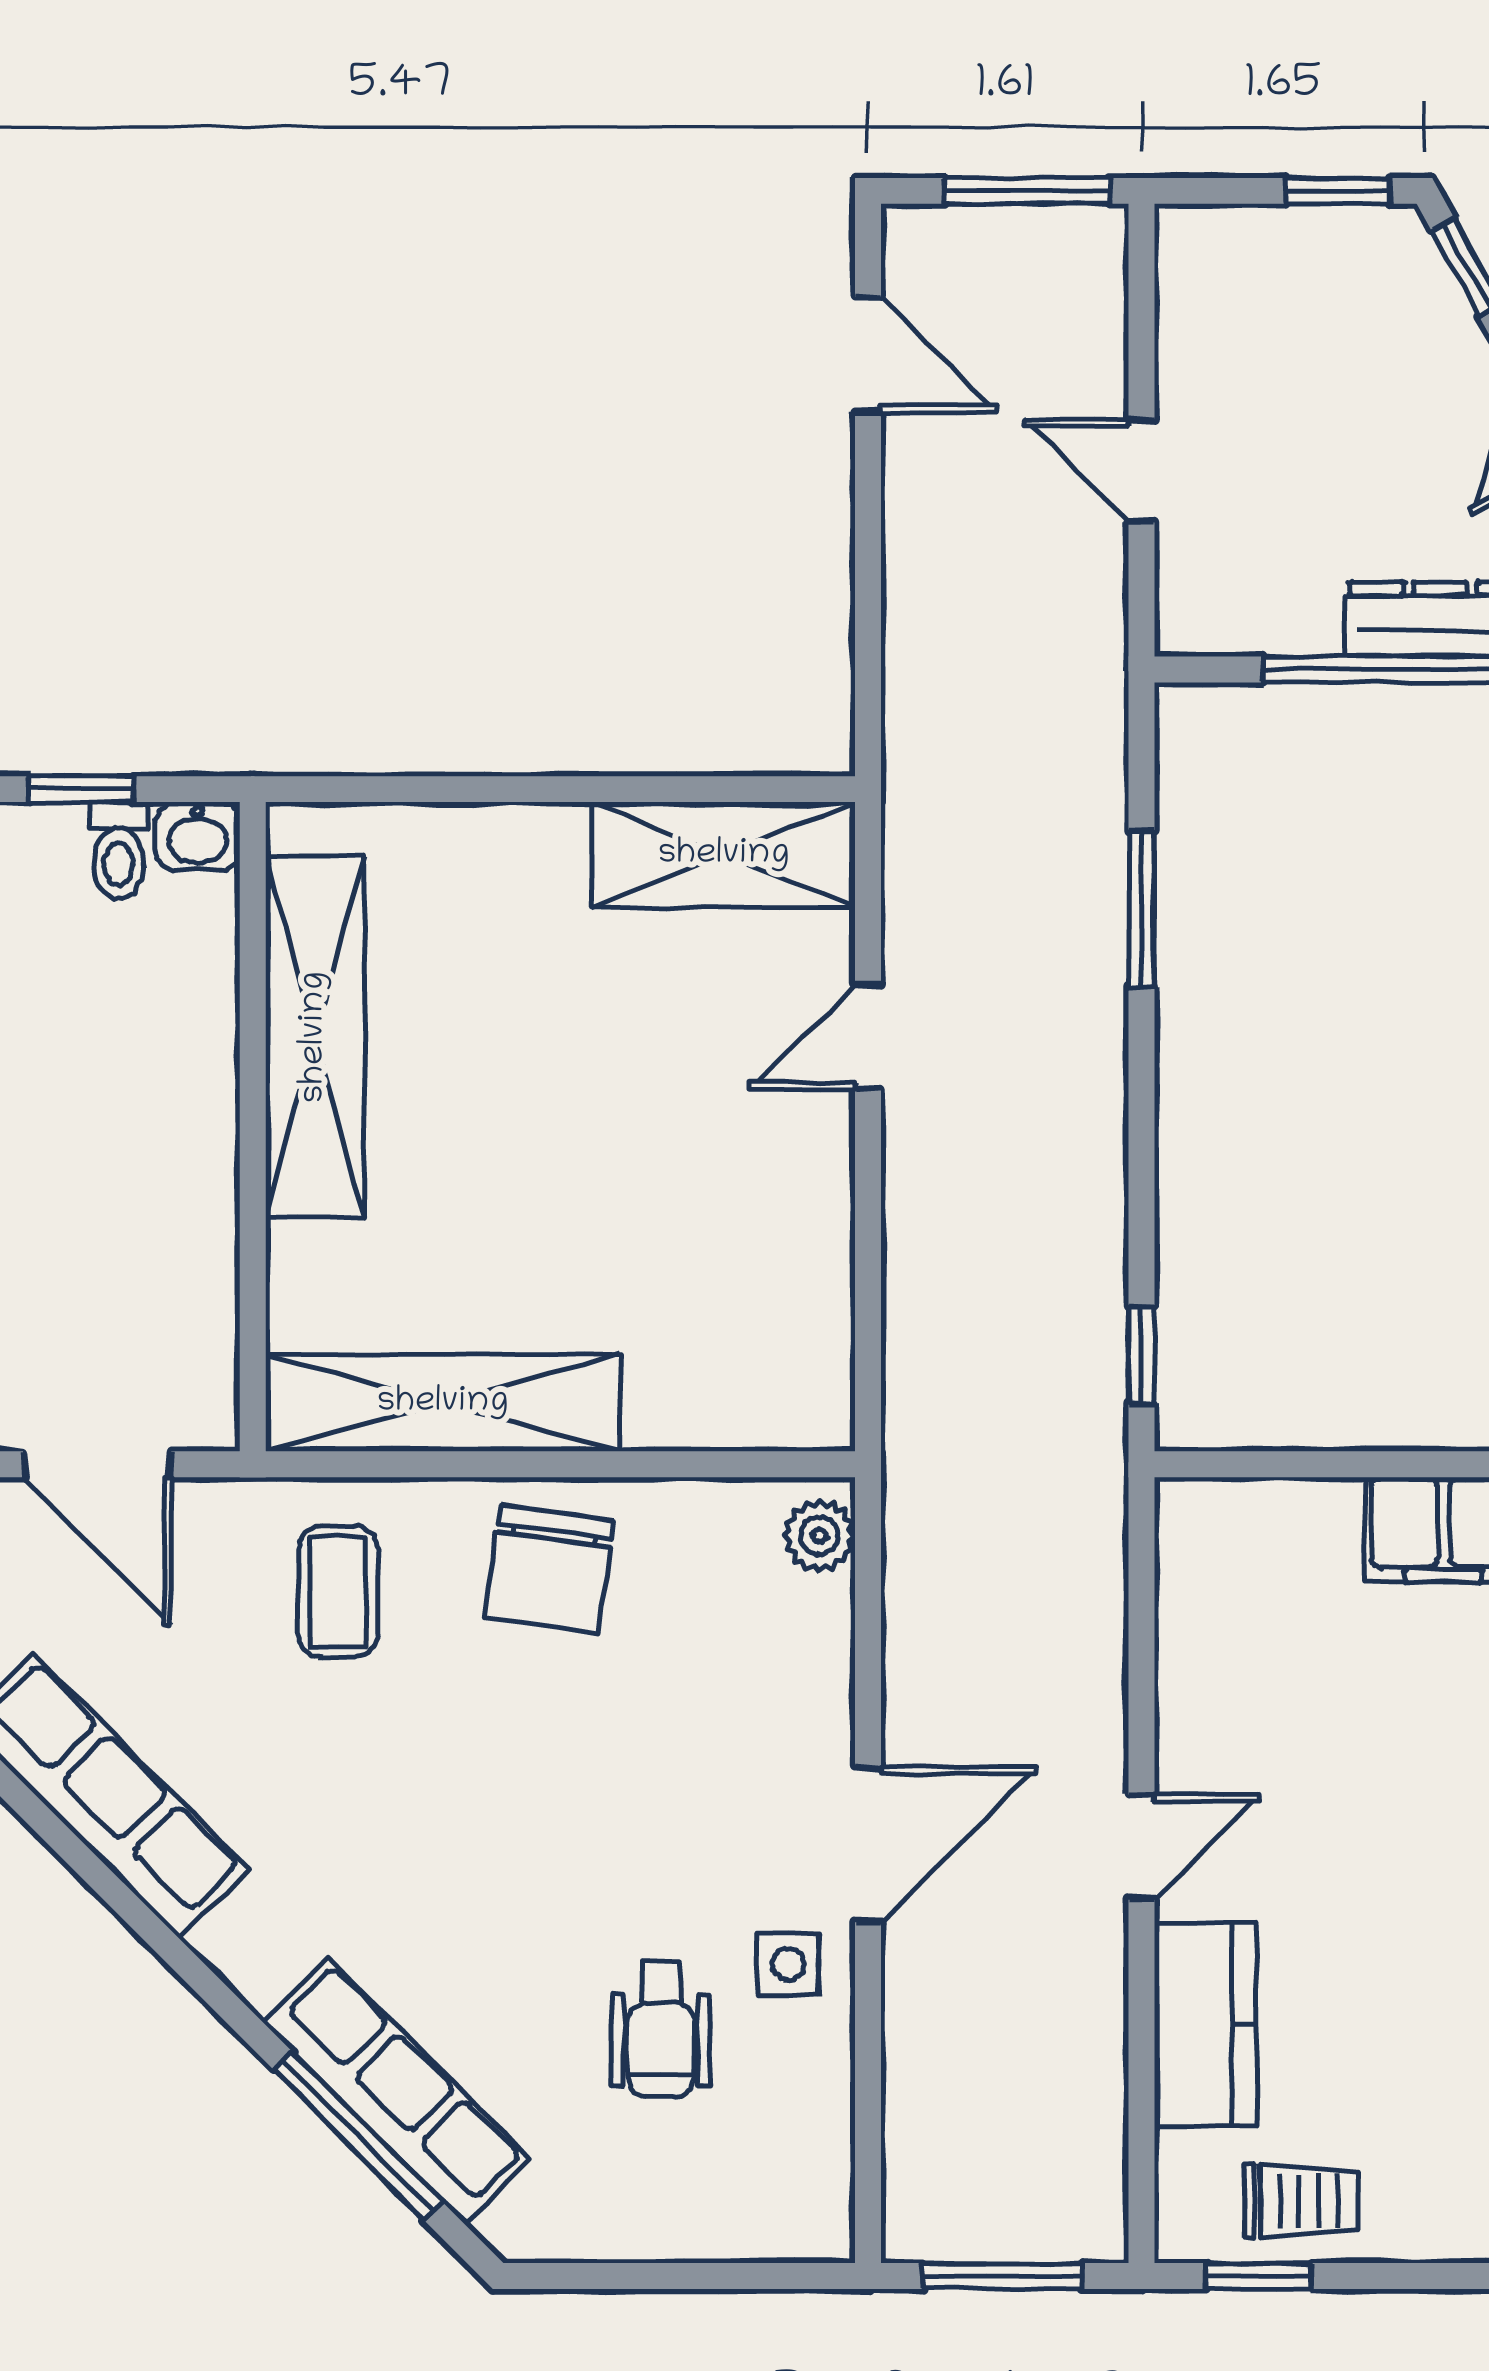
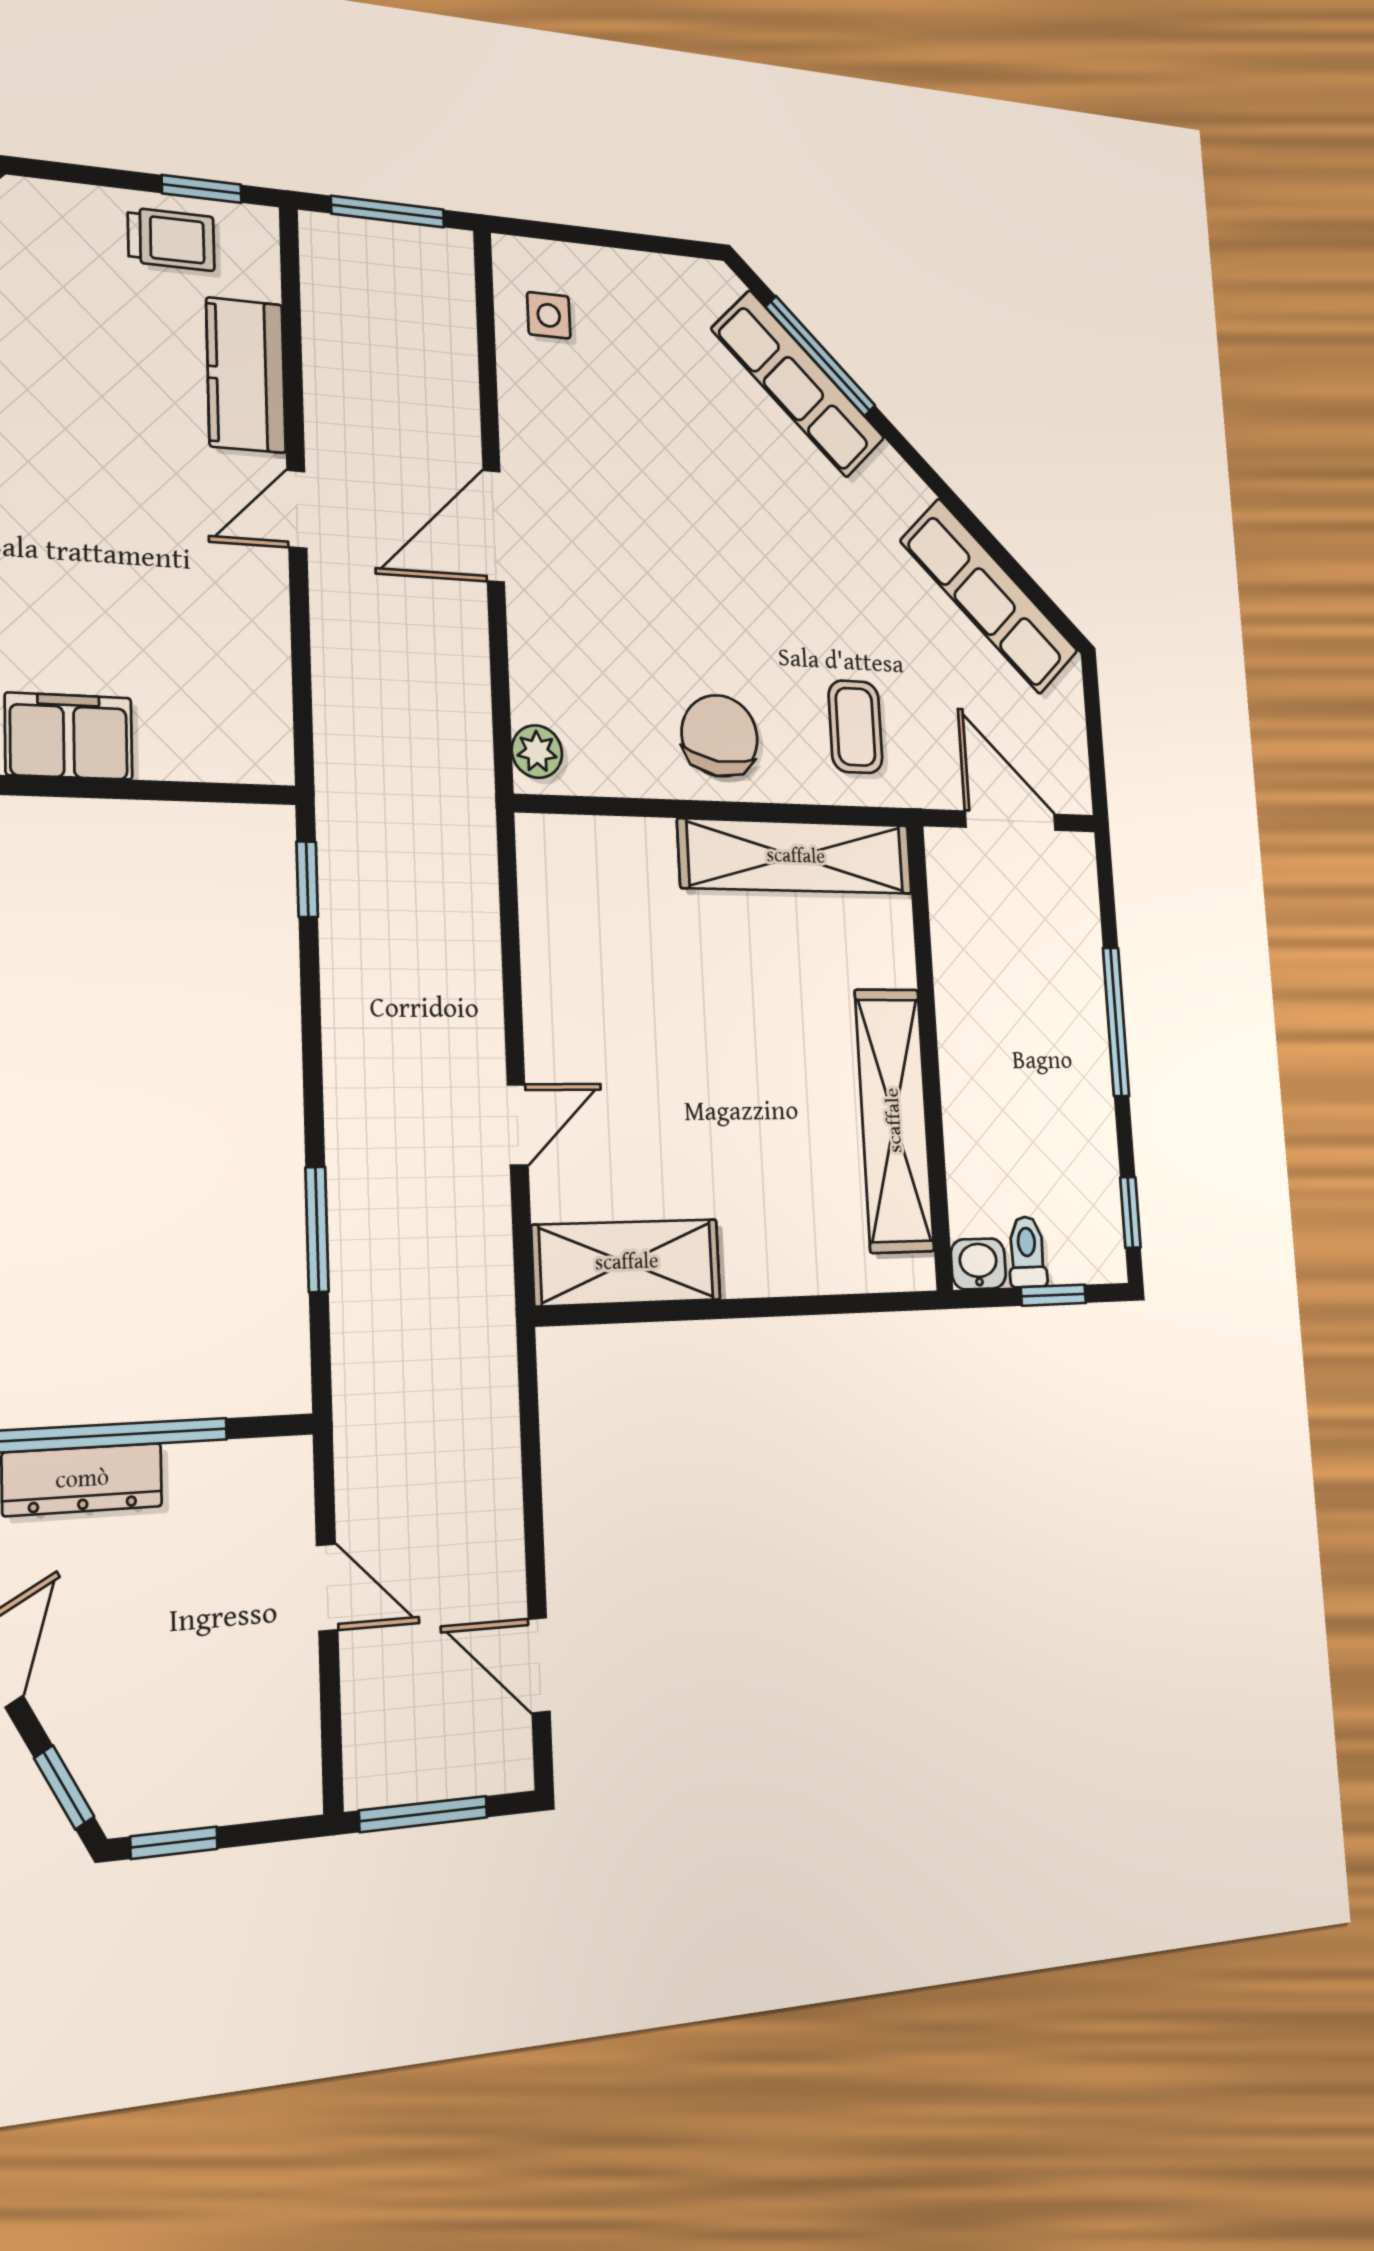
side table: (788, 1964) -> (549, 315), moved
wheelchair: (661, 2029) -> (629, 409), removed
trolley: (1301, 2201) -> (171, 239), turned 180

